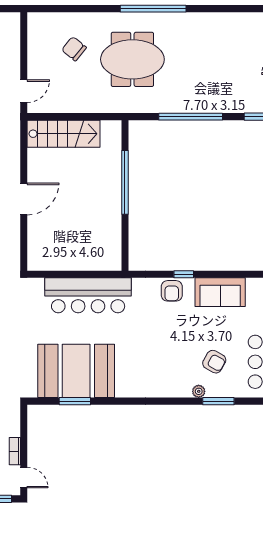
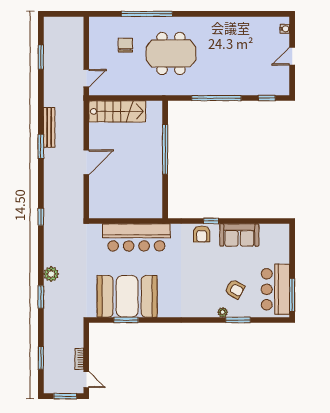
window: (153, 9) -> (147, 14), moved
chair: (74, 49) -> (125, 45), turned 51

